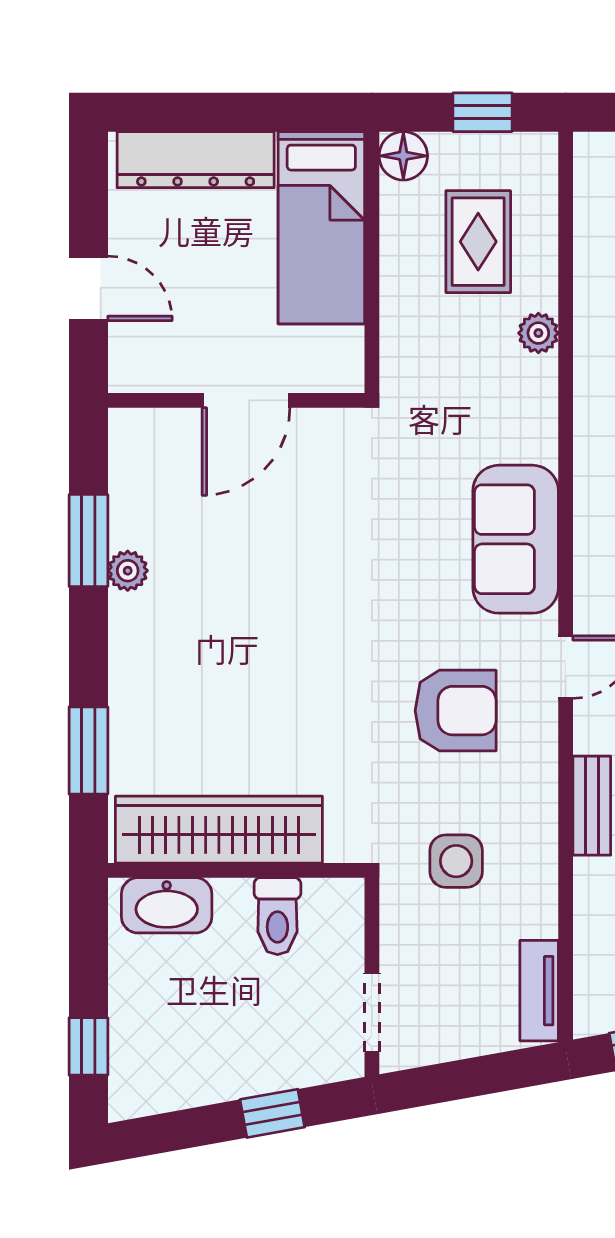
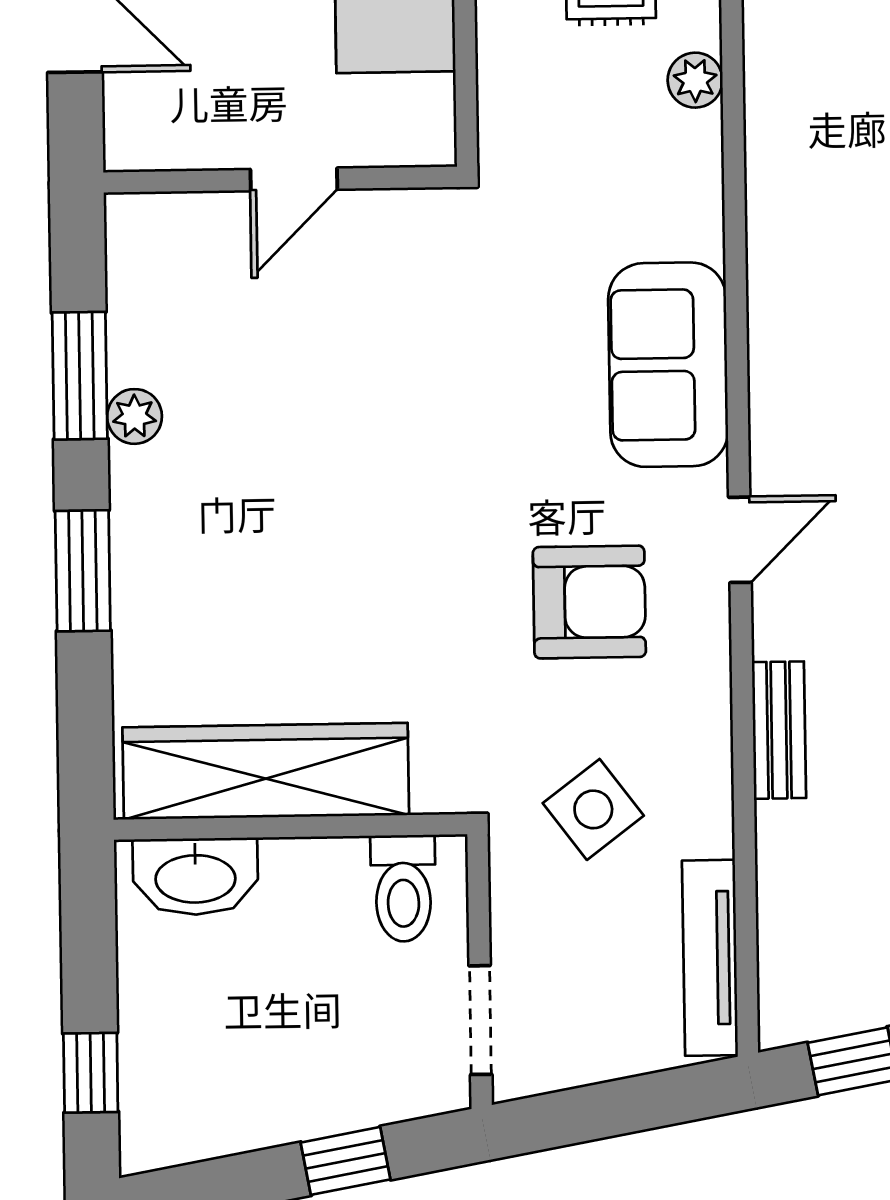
door: (246, 400) -> (294, 179), width x0.73
window: (88, 750) -> (83, 571), moved
side table: (456, 861) -> (593, 809), turned -37
toilet: (277, 916) -> (403, 888), moved
tv unit: (539, 991) -> (710, 958), width x1.41

